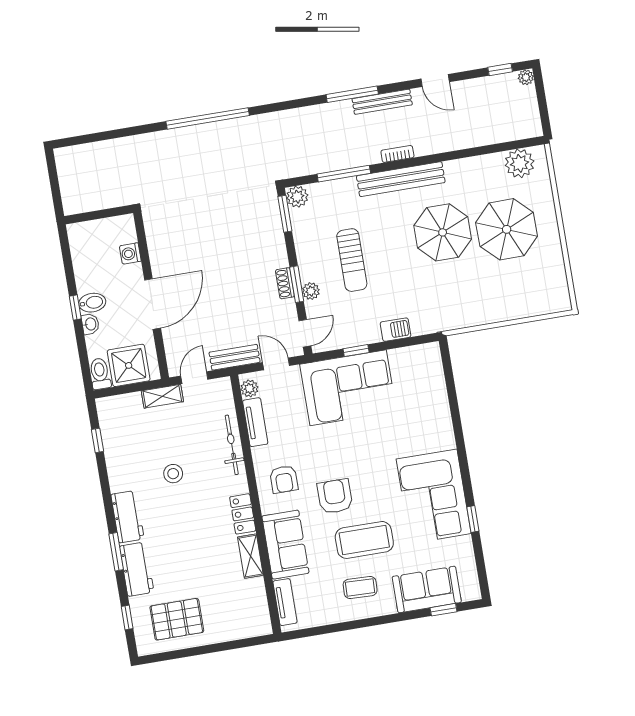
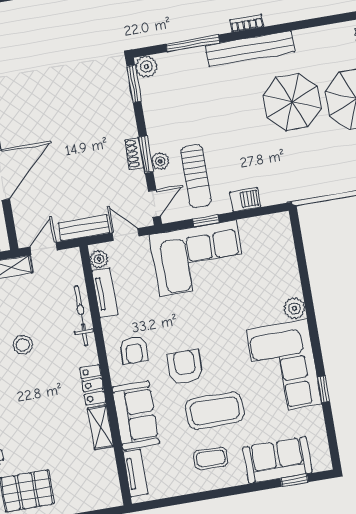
sun lounger: (352, 260) -> (196, 176), moved
plant: (444, 438) -> (295, 308), added

